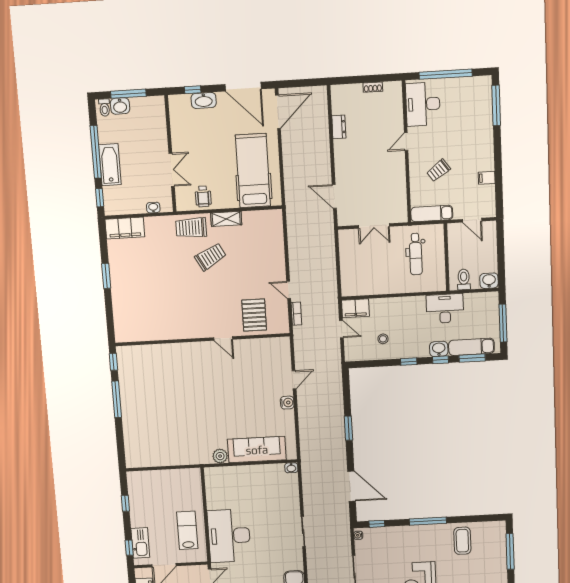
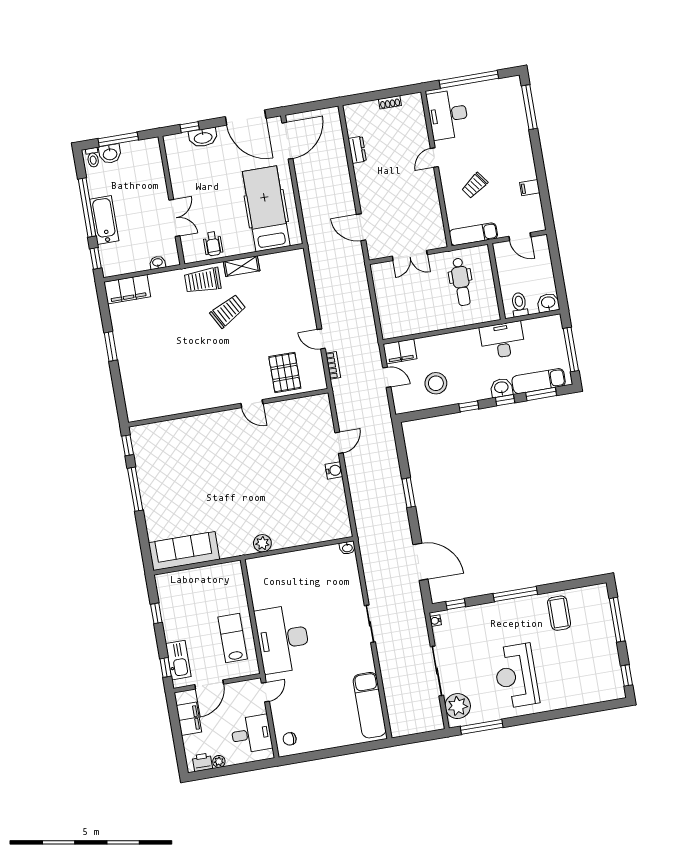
stool: (383, 339) -> (436, 383), width x1.89, depth x1.89
sofa: (257, 450) -> (184, 551), moved

